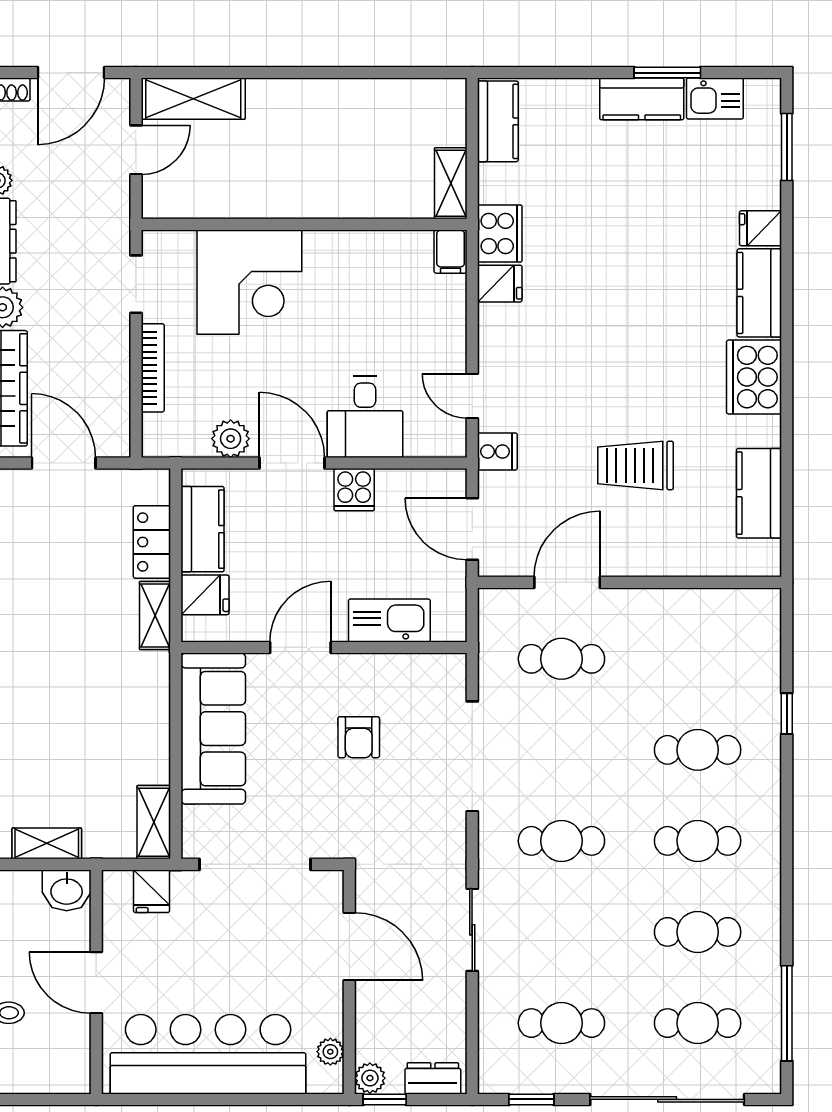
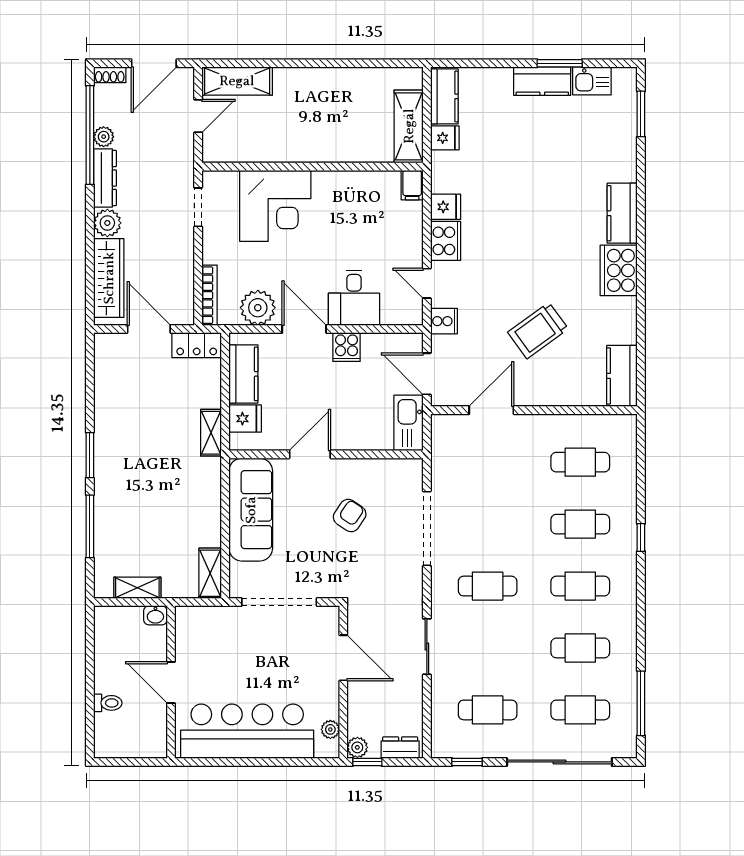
shelving: (451, 183) -> (409, 126), width x1.50, depth x1.33
fridge: (760, 228) -> (445, 138), moved, turned 180
cooker: (500, 234) -> (446, 241), moved
bookcase: (153, 368) -> (209, 295), moved
plant: (231, 439) -> (258, 308), width x1.36, depth x1.36
trolley: (635, 465) -> (538, 331), turned -36
kitchen counter: (759, 493) -> (622, 376), moved
locker: (152, 542) -> (197, 345), moved, turned -90
kitchen sink: (389, 621) -> (409, 423), moved, turned -90
cafe table: (561, 659) -> (580, 462), moved
window: (787, 714) -> (641, 538), moved
armchair: (359, 737) -> (350, 516), turned -146
washbasin: (67, 890) -> (155, 615), width x0.72, depth x0.69
fridge: (152, 891) -> (209, 620), removed

